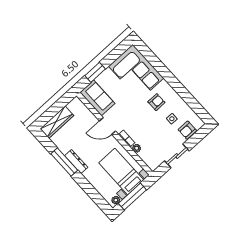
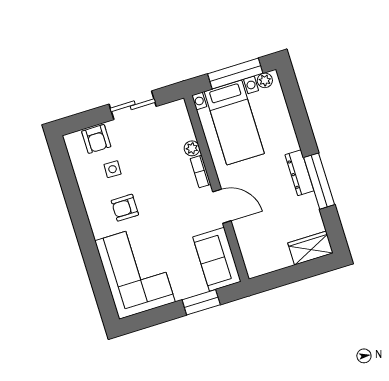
wardrobe: (57, 122) -> (310, 248), width x0.67
armchair: (187, 130) -> (96, 139), turned 90

